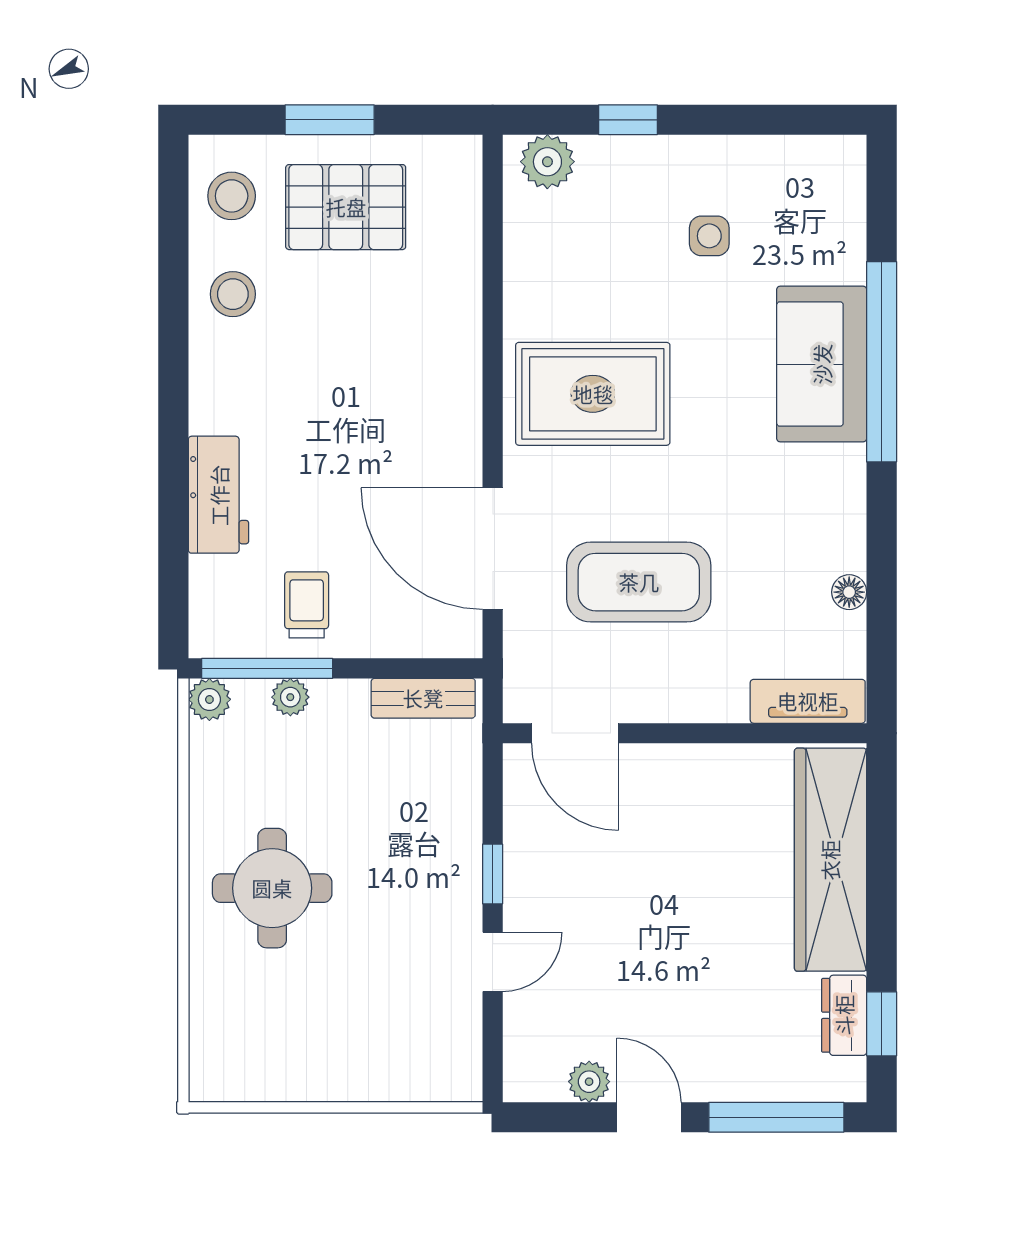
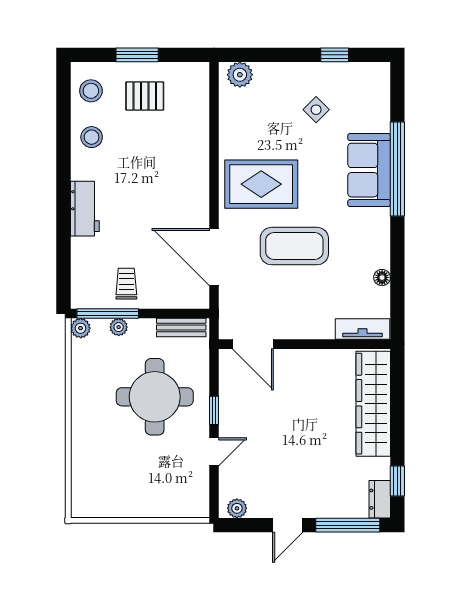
window: (628, 120) -> (335, 55), moved
pallet: (346, 207) -> (145, 96), width x0.67, depth x0.71
side table: (709, 236) -> (316, 110), turned 45
workbench: (219, 495) -> (85, 209), moved
coffee table: (639, 582) -> (294, 246), moved
round table: (272, 888) -> (155, 397), moved, width x1.36, depth x1.36
dresser: (844, 1015) -> (380, 499), moved
plant: (589, 1082) -> (237, 508), moved
door: (649, 1117) -> (288, 525), swing flipped

